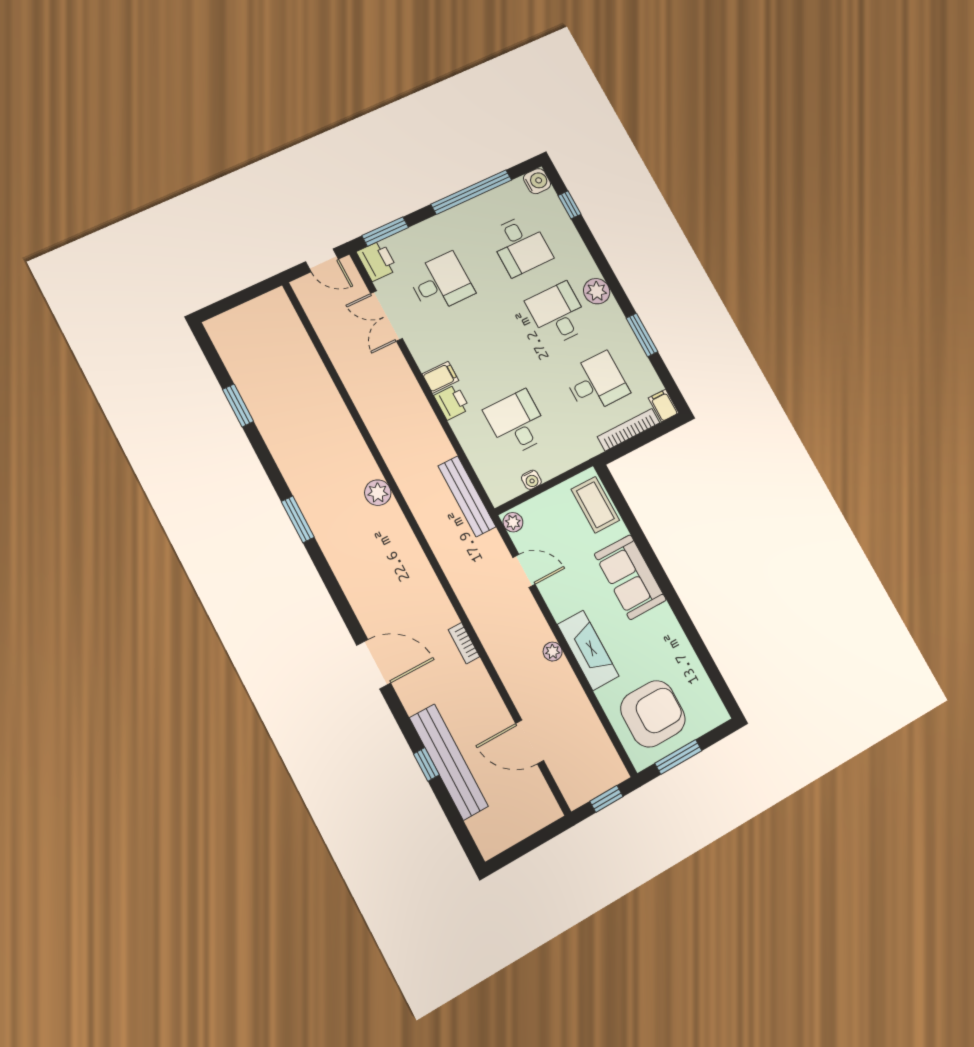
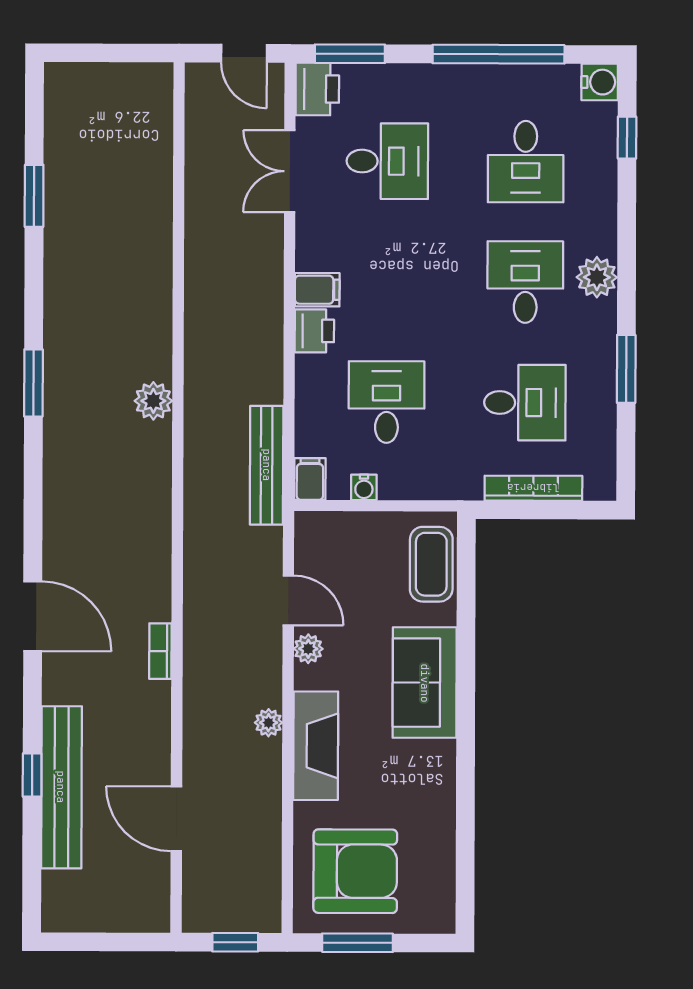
filing cabinet: (664, 406) -> (310, 479), moved
plant: (513, 522) -> (308, 649), moved

